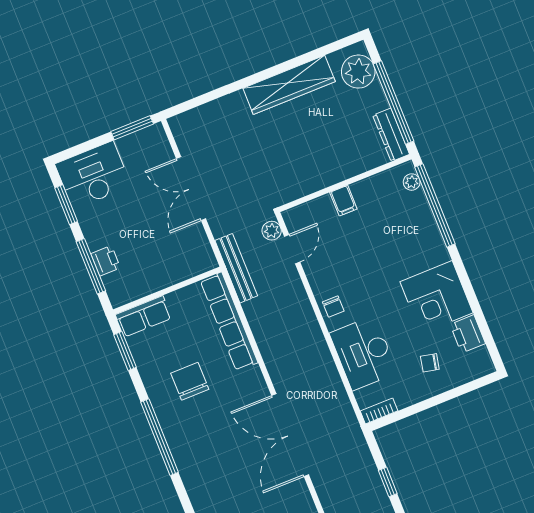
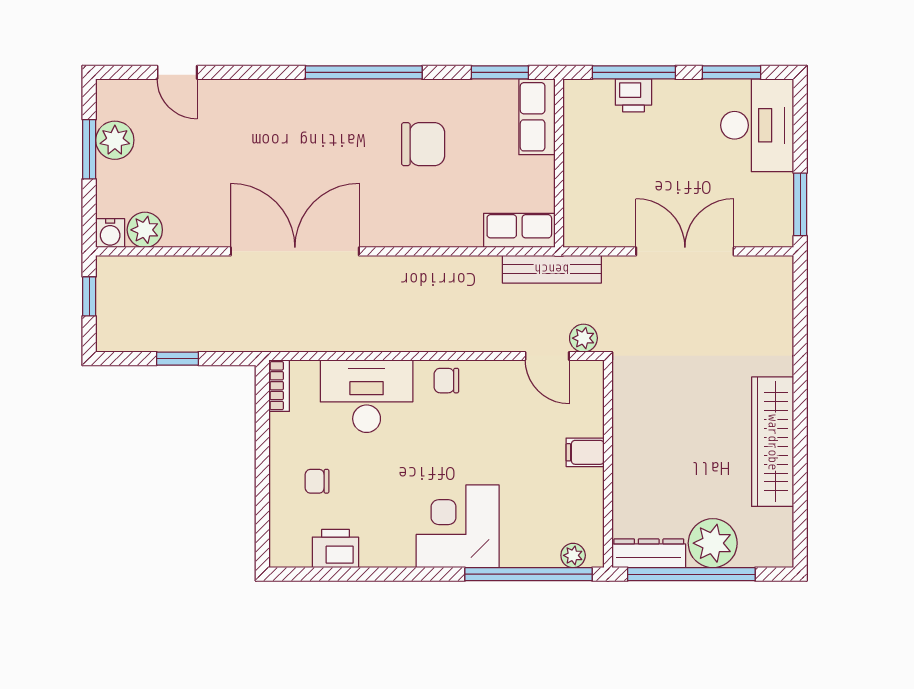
plant: (358, 72) -> (713, 543), moved
corner desk: (436, 297) -> (458, 526), moved
row of seats: (229, 322) -> (519, 230), width x0.50
chair: (430, 363) -> (317, 481), turned -102

